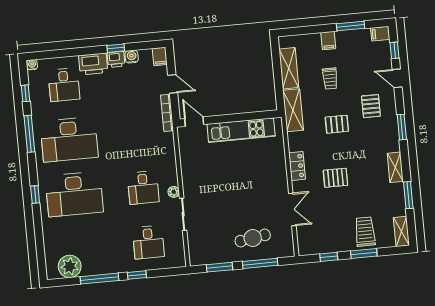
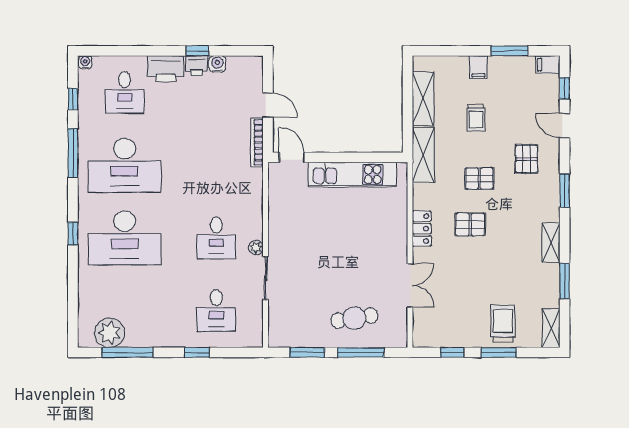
filing cabinet: (160, 56) -> (254, 67), removed
pallet: (335, 178) -> (470, 224), moved
window: (100, 279) -> (127, 352), moved

